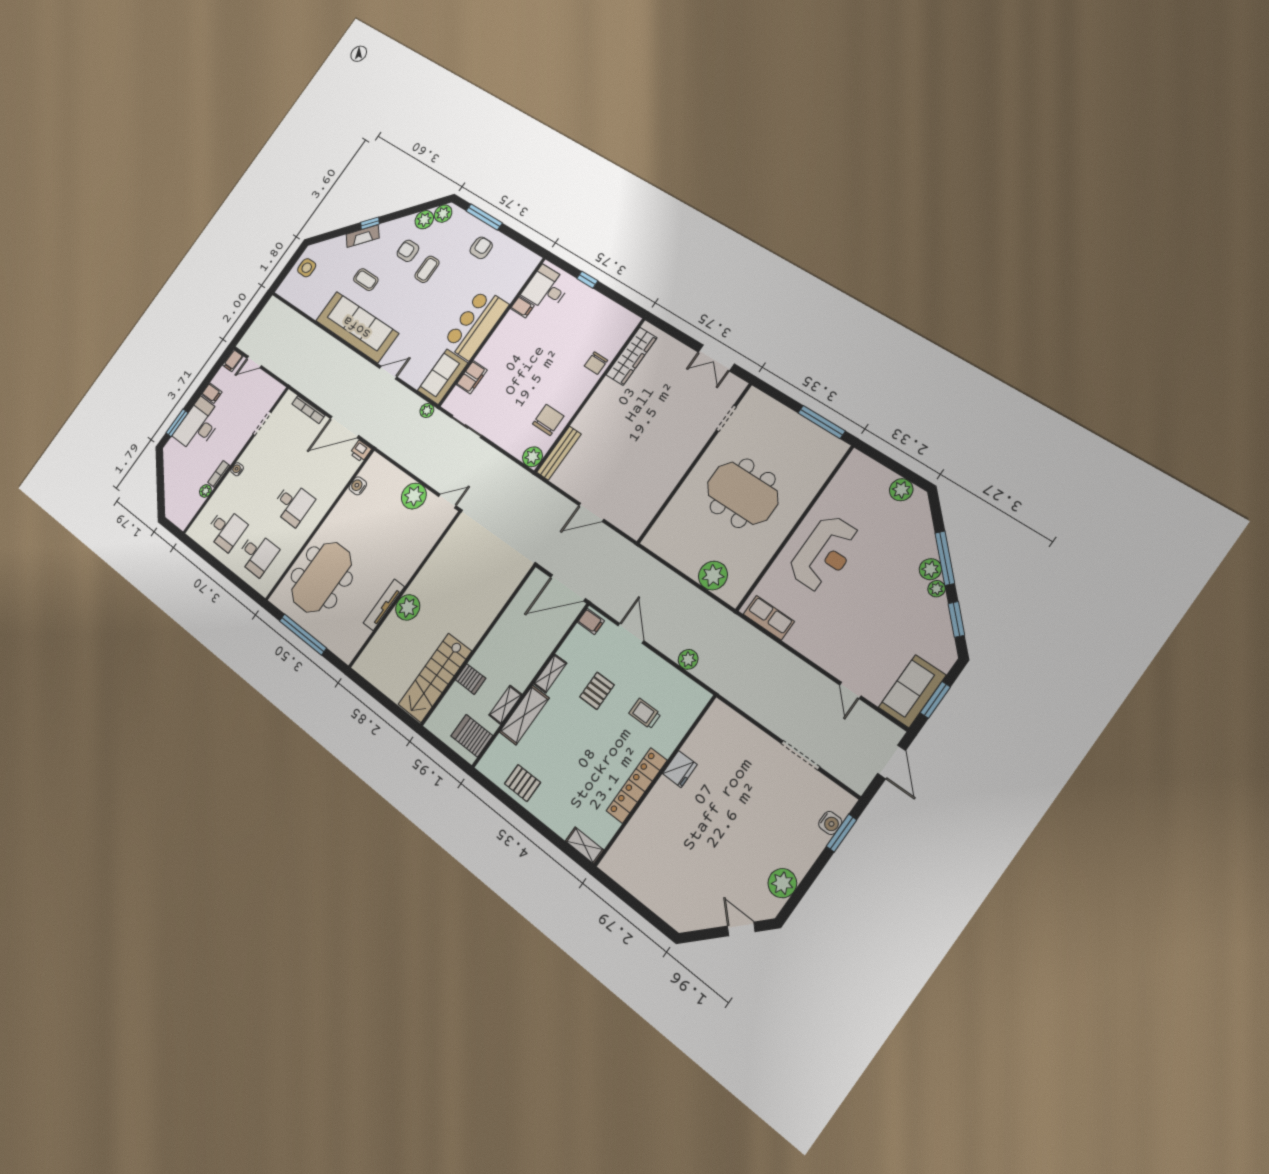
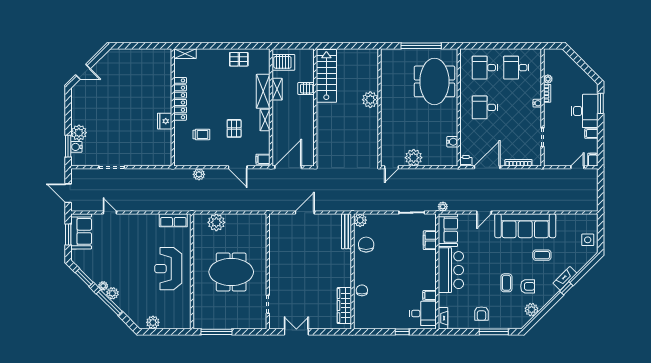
plant: (443, 214) -> (522, 320), removed
fireplace: (528, 268) -> (443, 318), added
chair: (548, 420) -> (366, 245), turned 180
tv unit: (384, 605) -> (385, 92), removed
plant: (782, 883) -> (79, 133), moved

